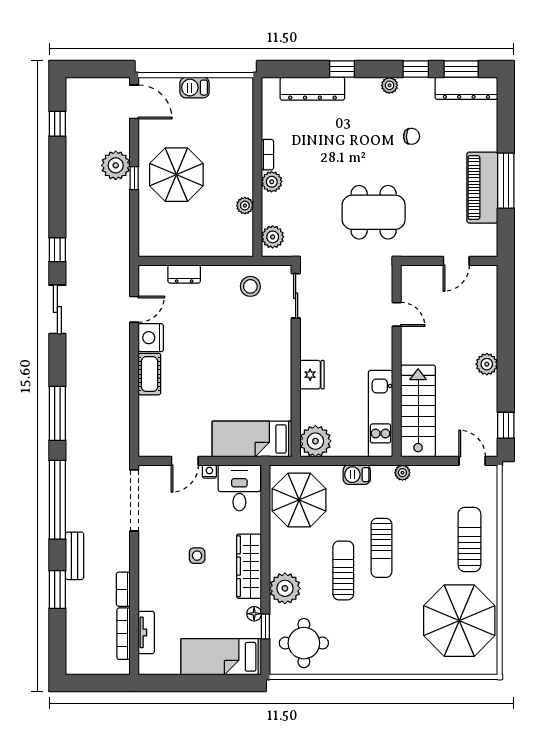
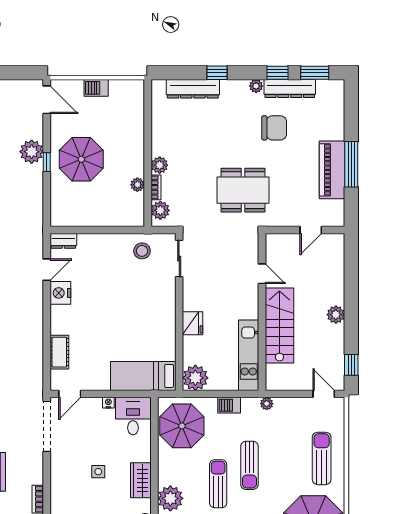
dresser: (466, 88) -> (290, 88), moved
chair: (412, 136) -> (274, 128), width x1.87, depth x1.87
bookcase: (267, 155) -> (156, 187), moved
dresser: (184, 274) -> (63, 241), moved
cot: (149, 374) -> (59, 352), moved
stairs: (418, 411) -> (279, 325), moved
door: (185, 461) -> (70, 394), moved
wardrobe: (249, 566) -> (141, 480), width x0.67

